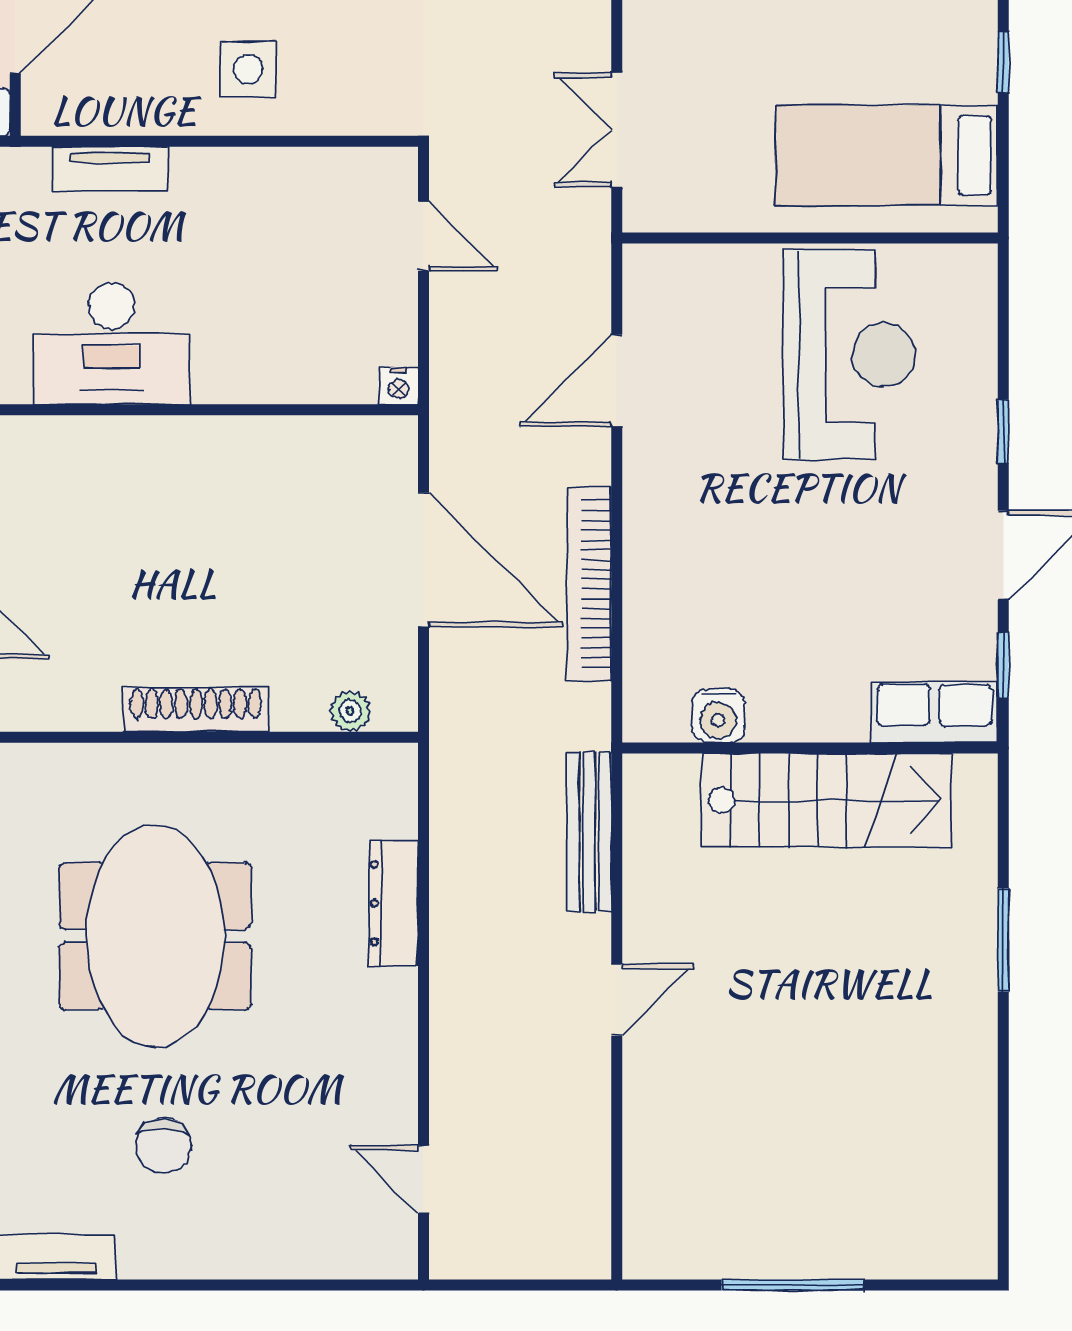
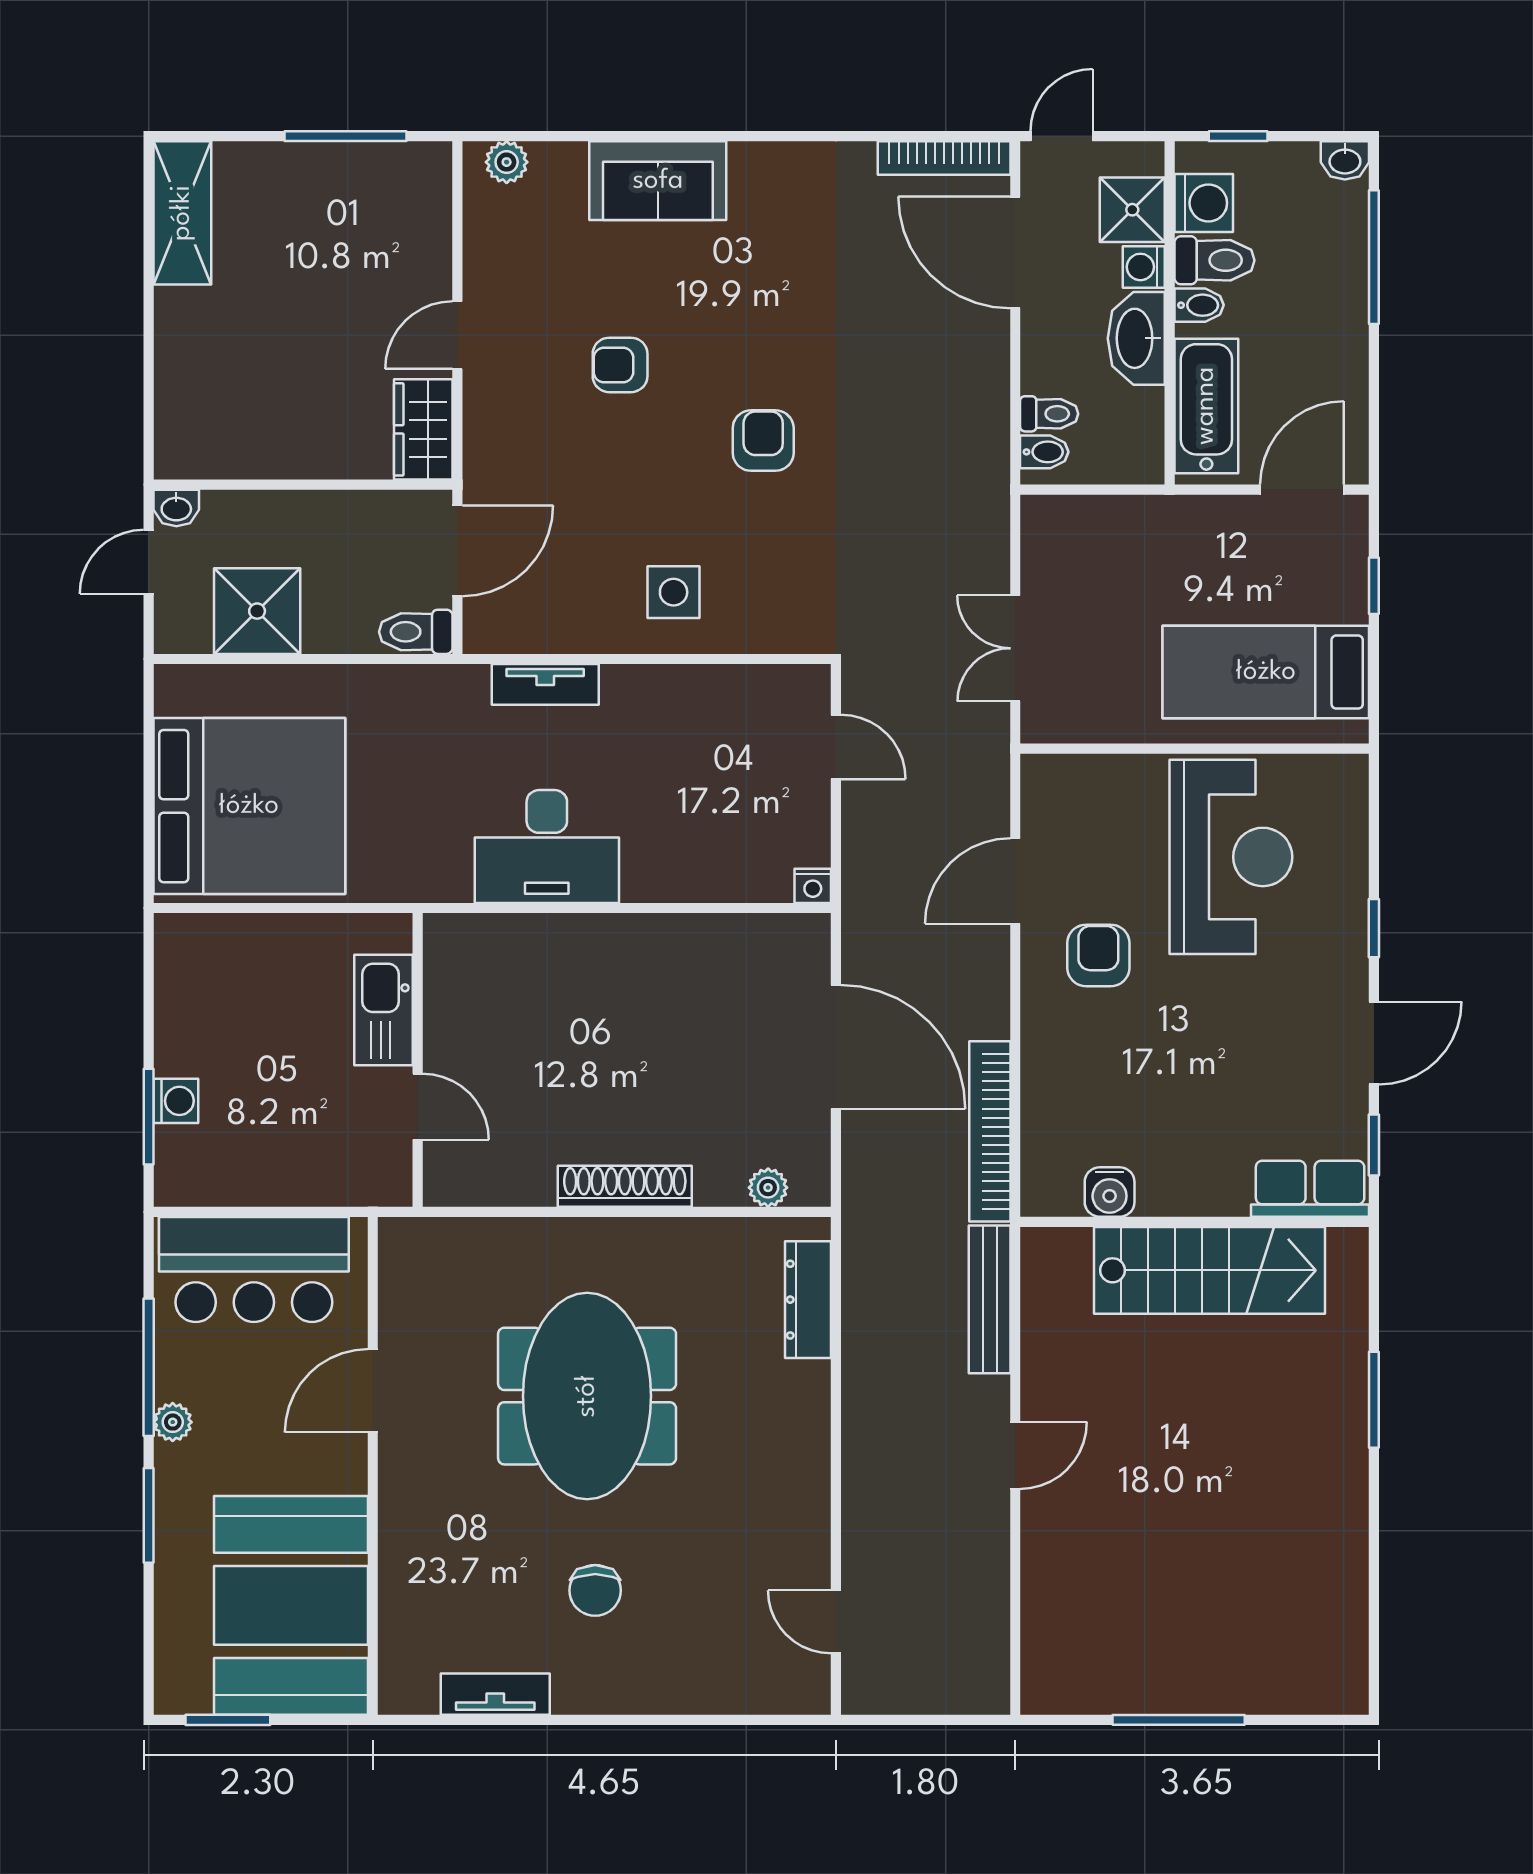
armchair: (706, 461) -> (1098, 955), added
bookcase: (589, 584) -> (990, 1131), moved
dresser: (393, 903) -> (808, 1300), moved

